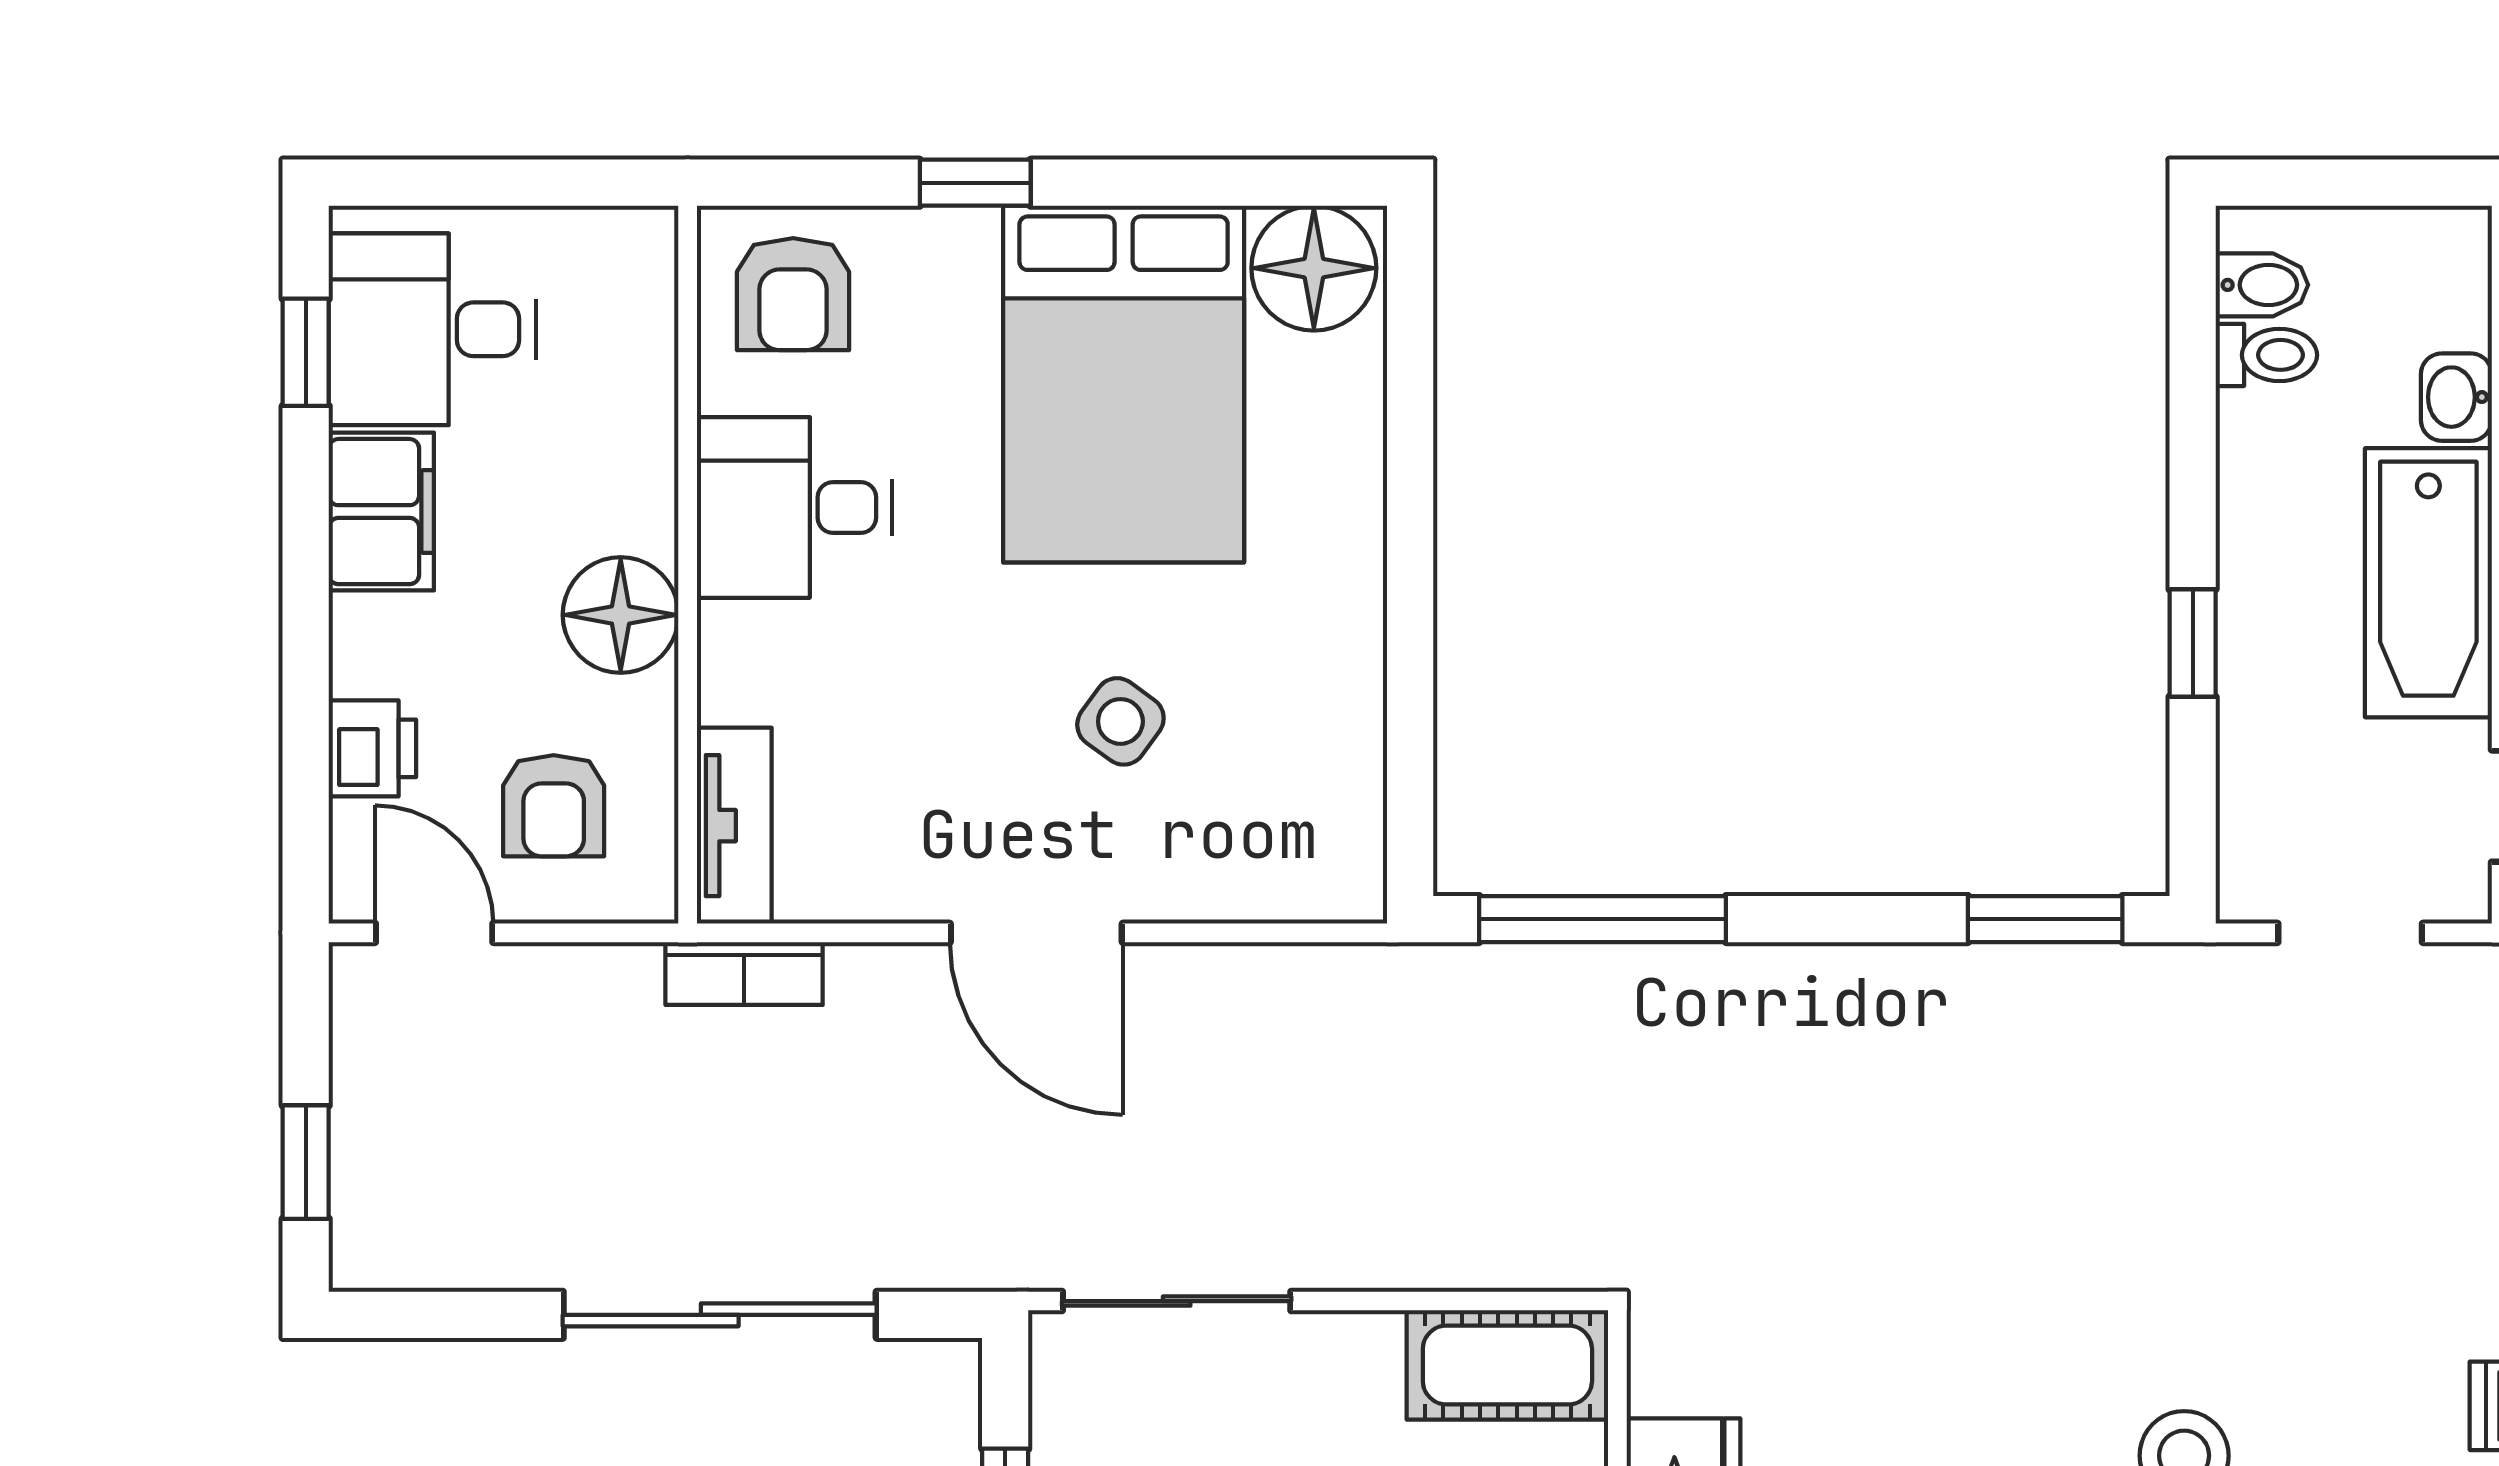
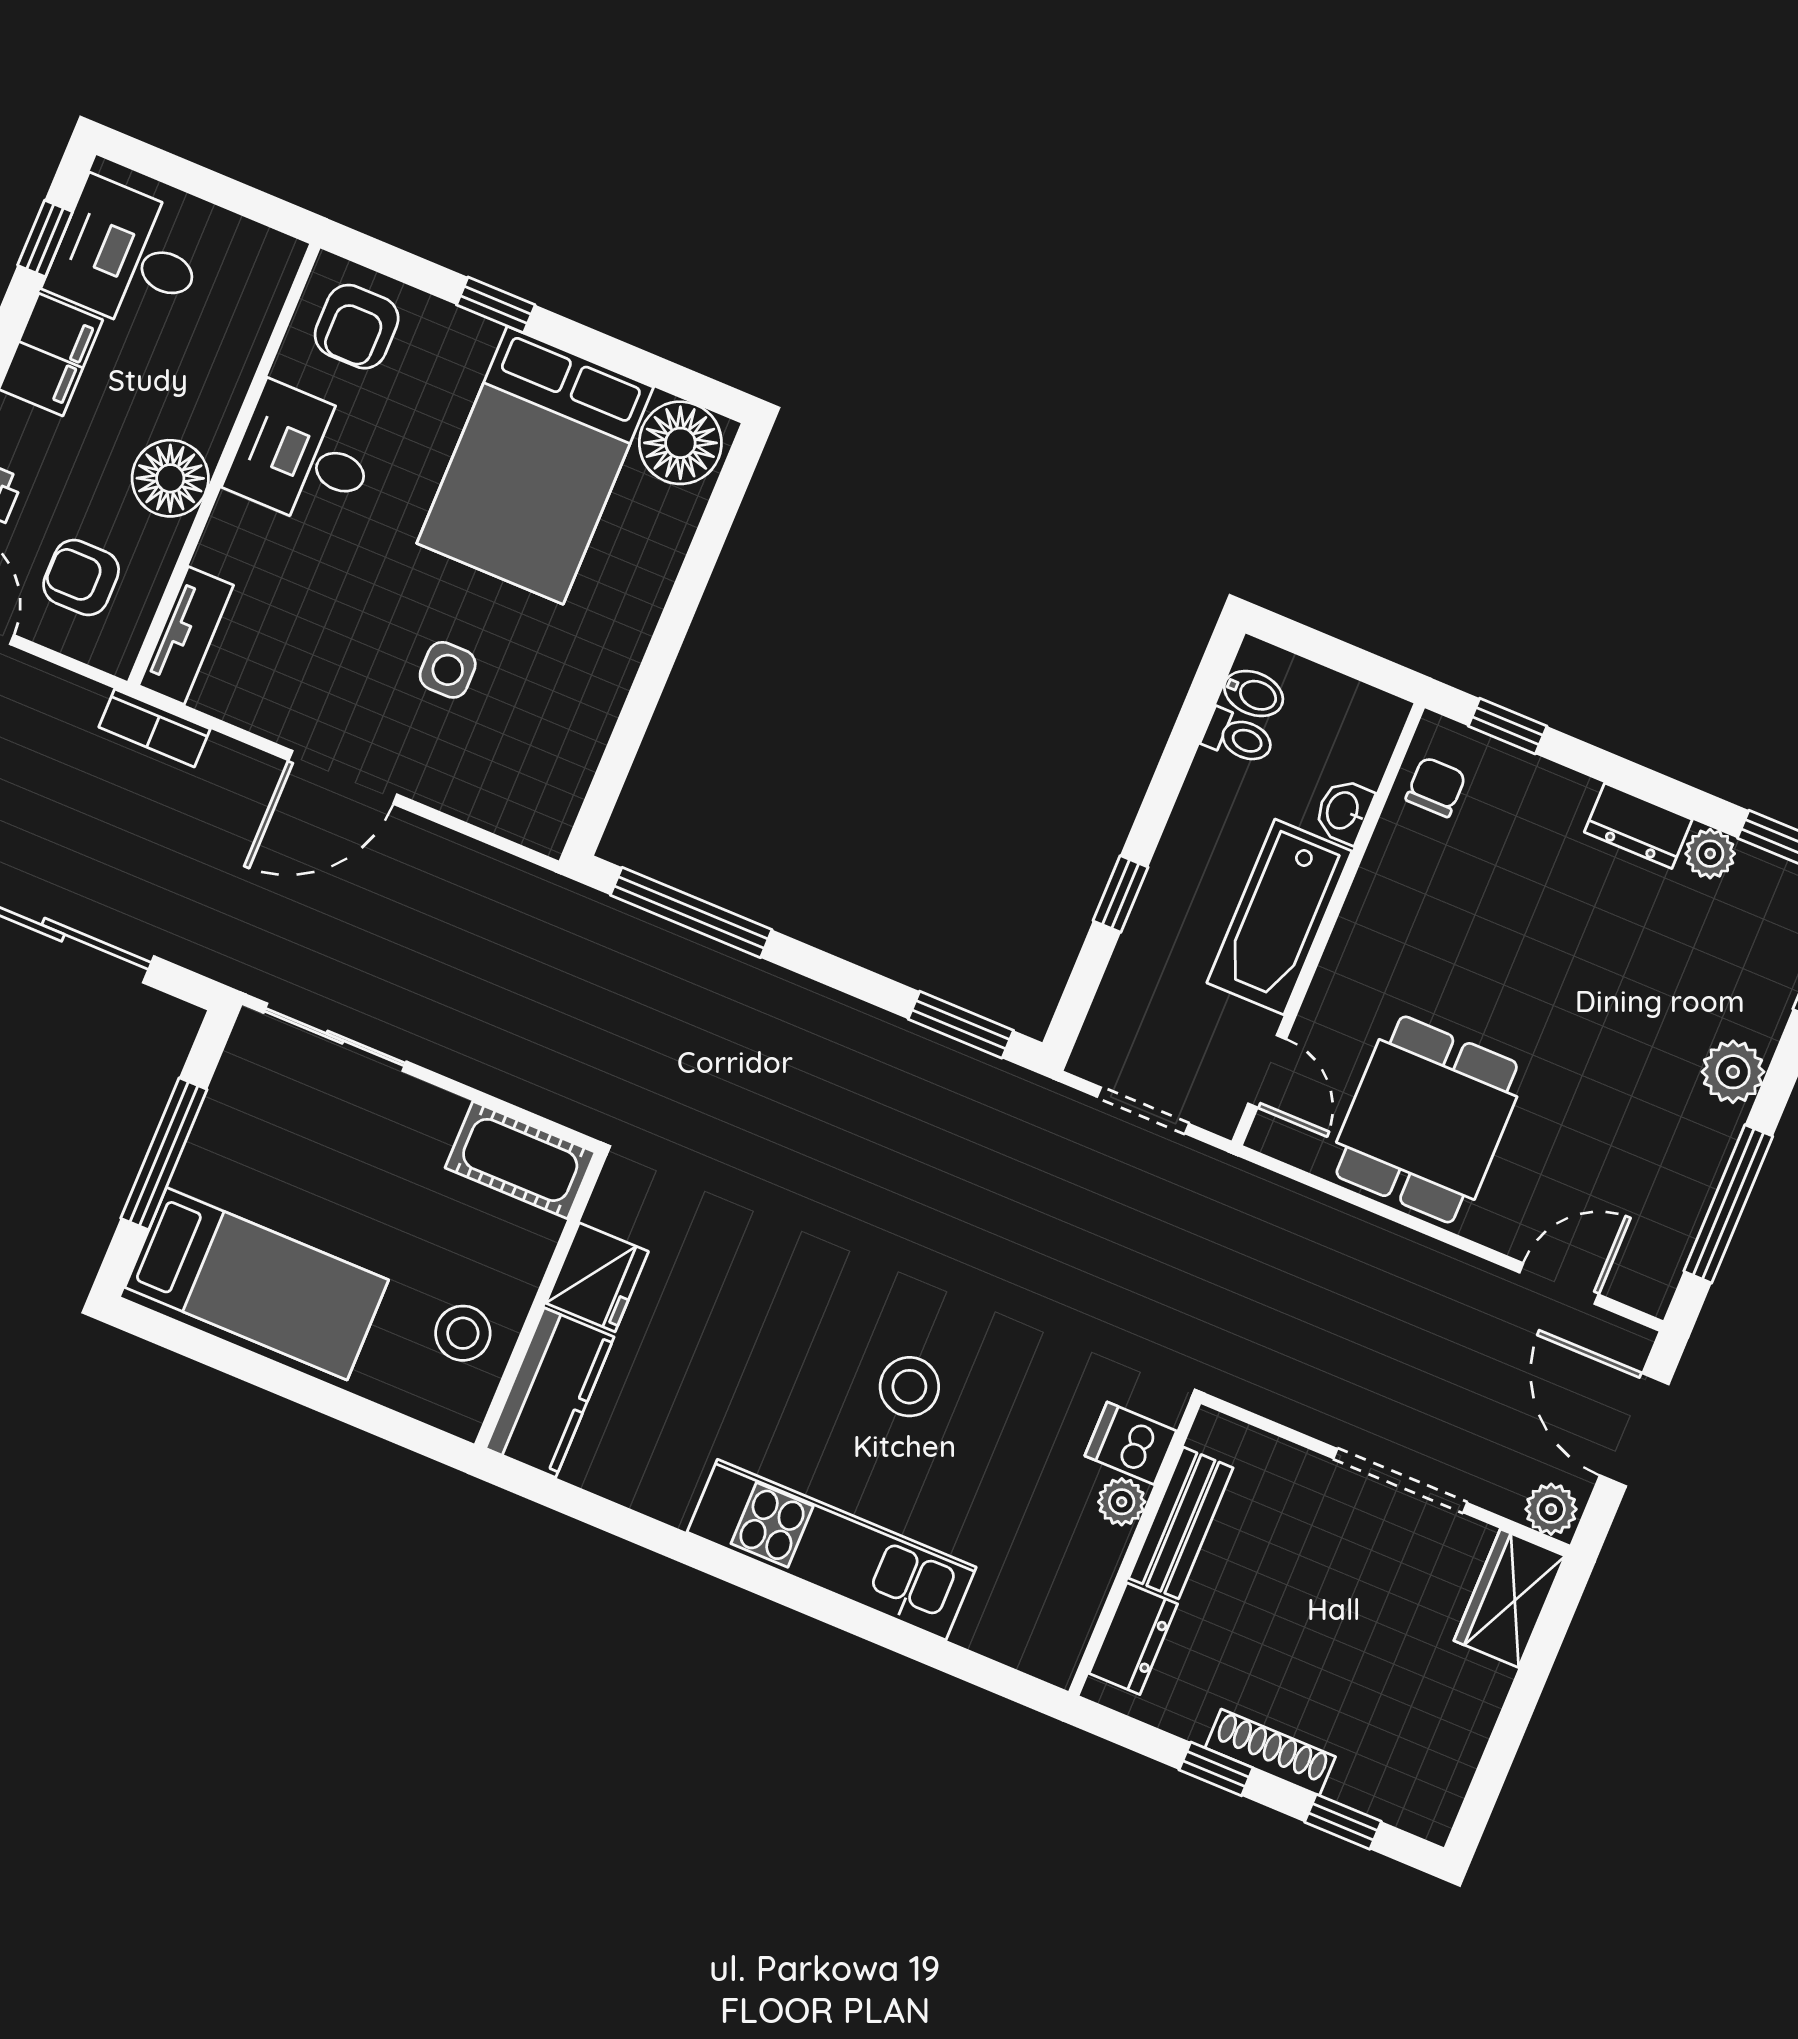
side table: (1120, 721) -> (448, 670), turned -36
armchair: (554, 806) -> (81, 577), turned 90
door: (1036, 933) -> (343, 777), hinge flipped

